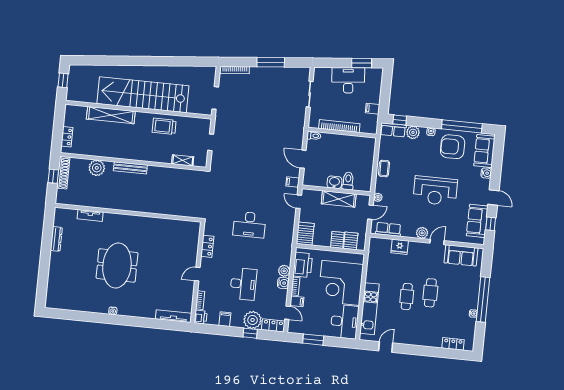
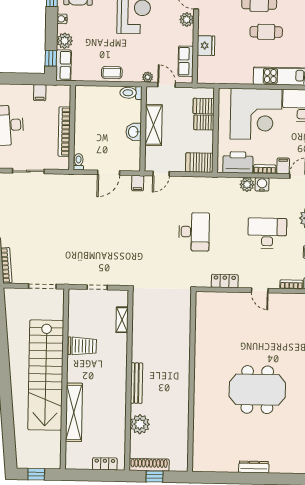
trolley: (164, 126) -> (82, 346), turned -90
toilet: (348, 181) -> (131, 93), moved
tv unit: (90, 215) -> (199, 428), removed
dresser: (56, 239) -> (254, 467), moved

